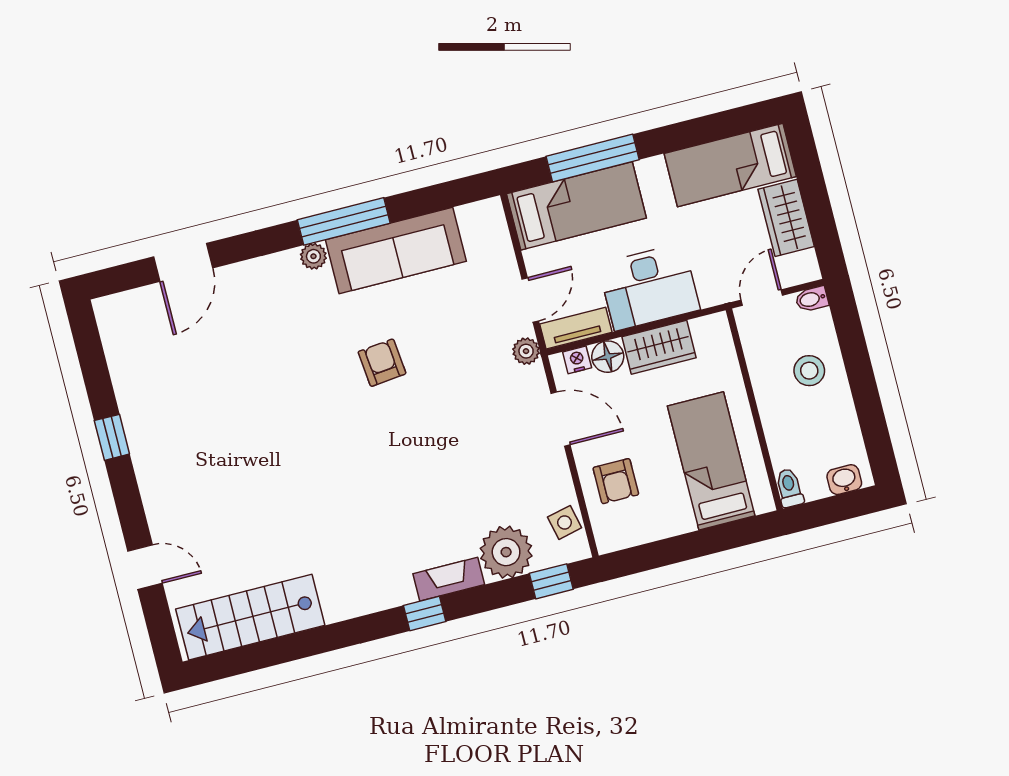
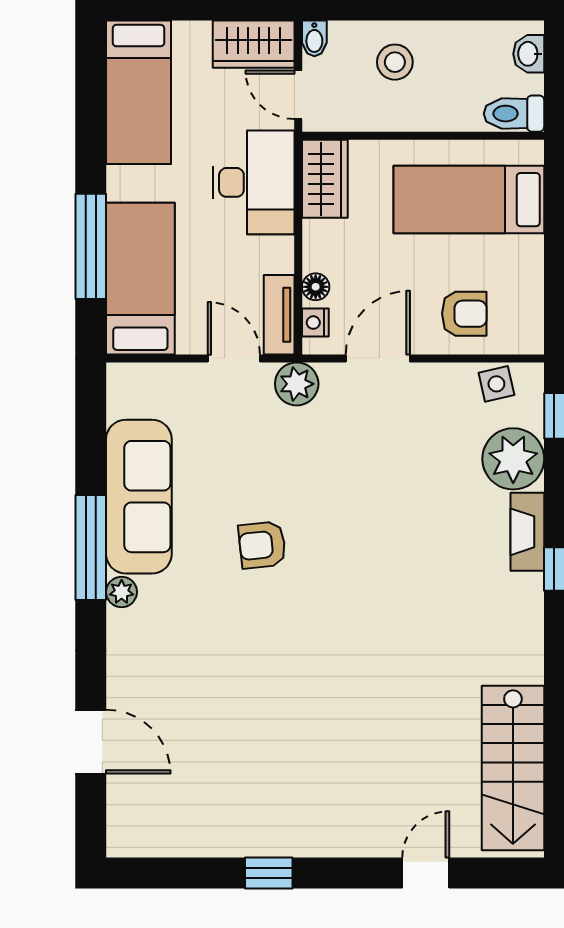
wardrobe: (786, 218) -> (254, 44), moved
desk: (649, 287) -> (254, 182), moved
wardrobe: (659, 347) -> (325, 179), moved
plant: (526, 351) -> (297, 384), width x1.38, depth x1.38
floor lamp: (608, 357) -> (316, 287), width x0.73, depth x0.73
toilet: (789, 488) -> (514, 114), width x1.37, depth x1.39

